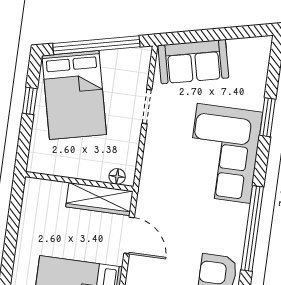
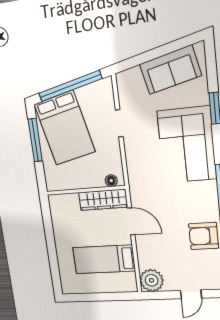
sofa: (193, 62) -> (170, 70), moved
window: (30, 101) -> (35, 140), width x2.17

